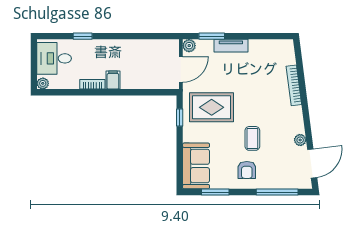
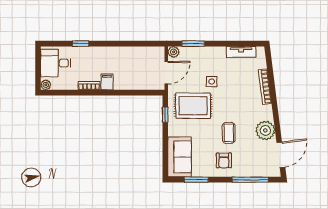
tv unit: (231, 46) -> (241, 52), moved
side table: (233, 80) -> (212, 82), added
plant: (300, 140) -> (265, 130), width x1.87, depth x1.87

